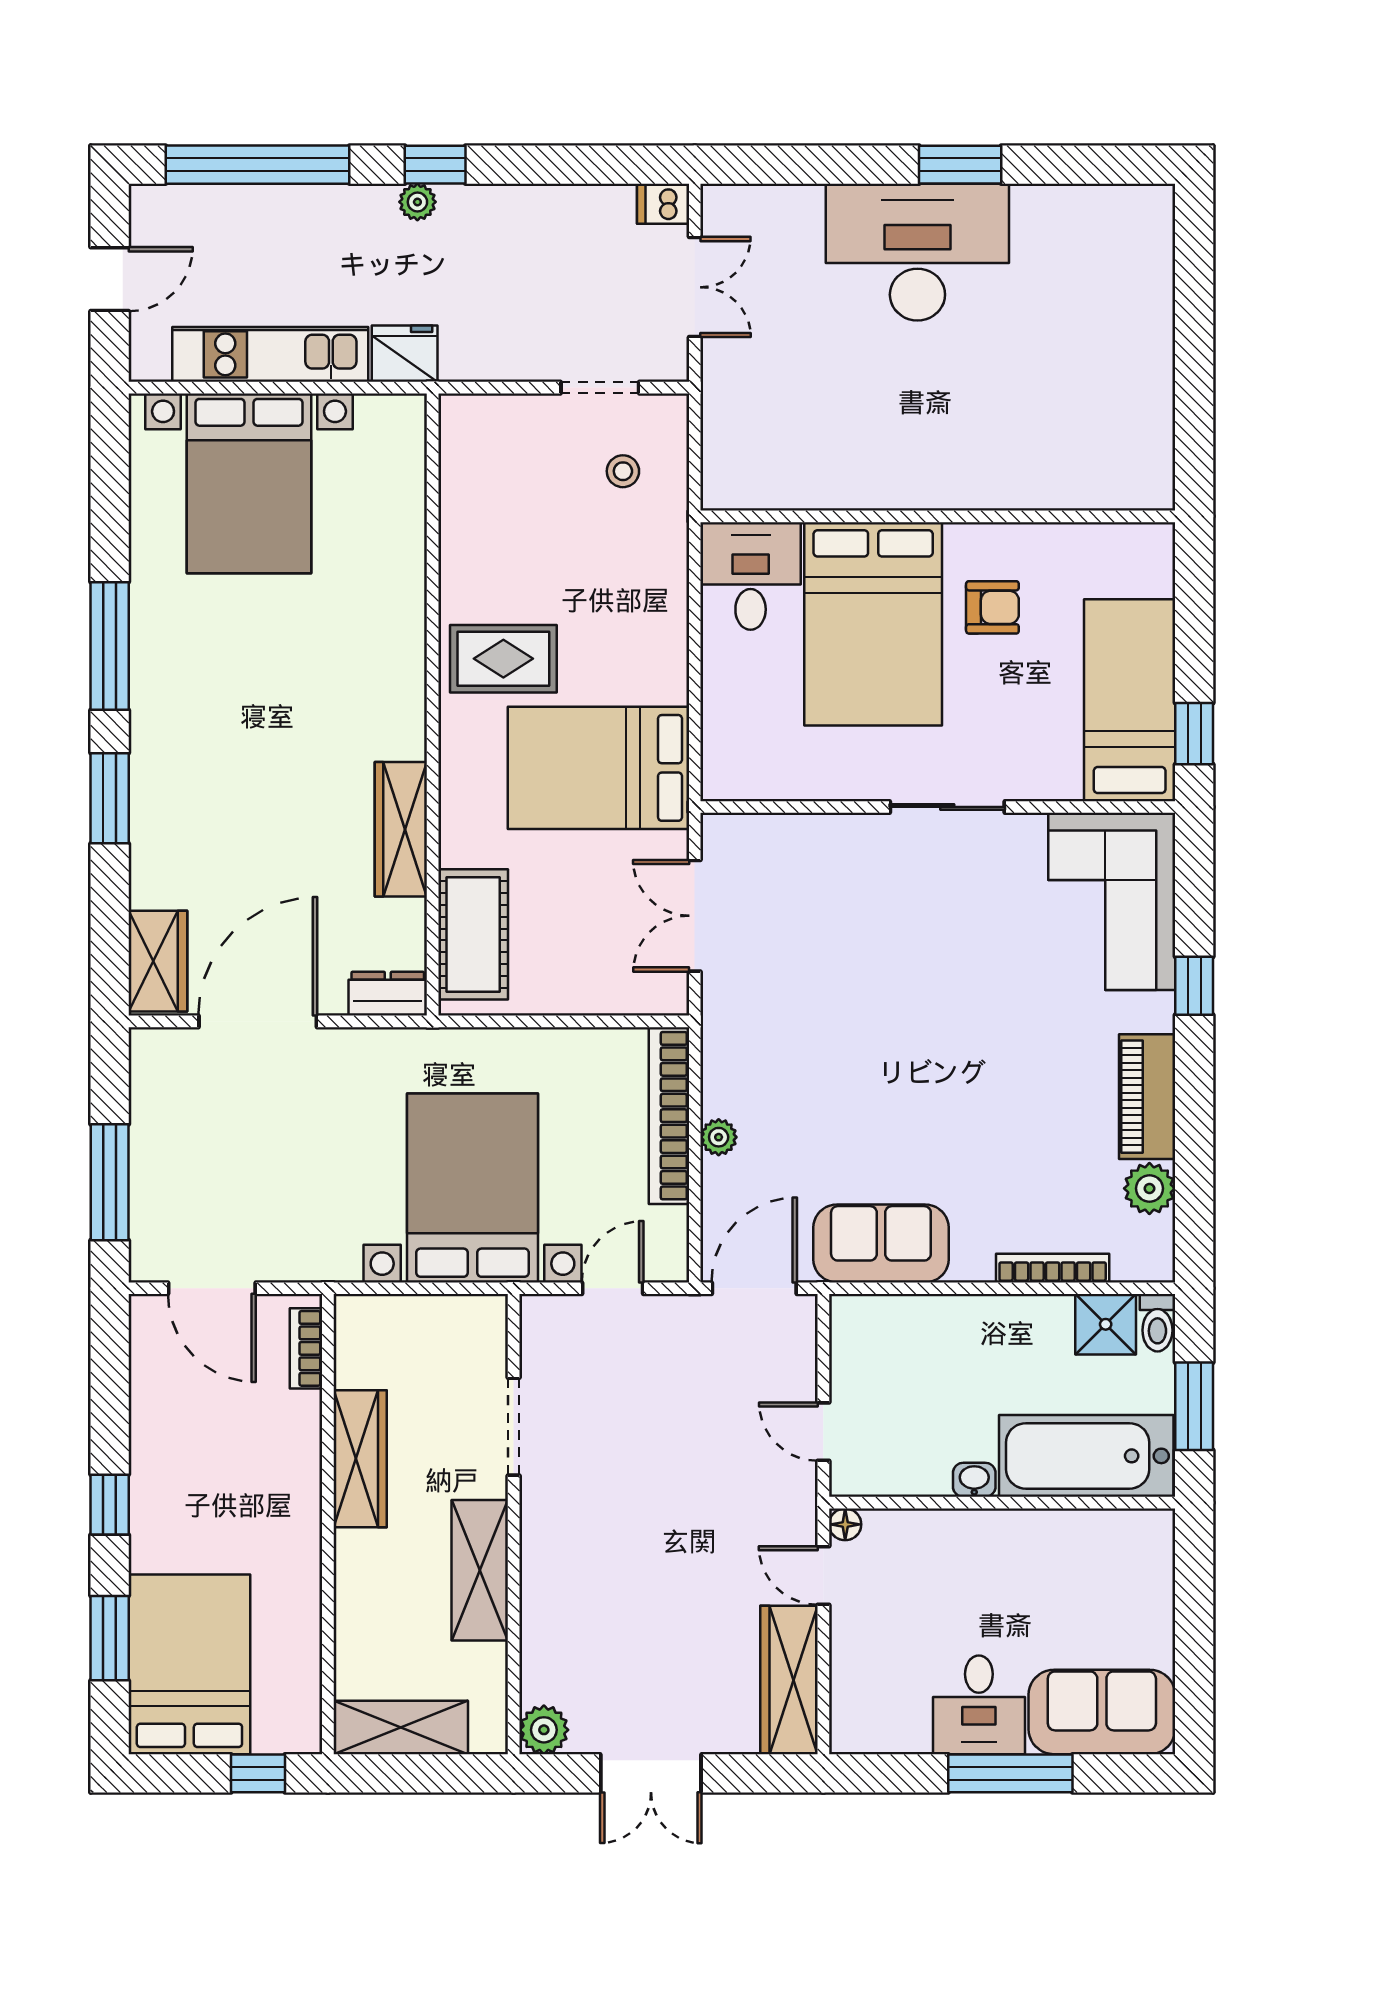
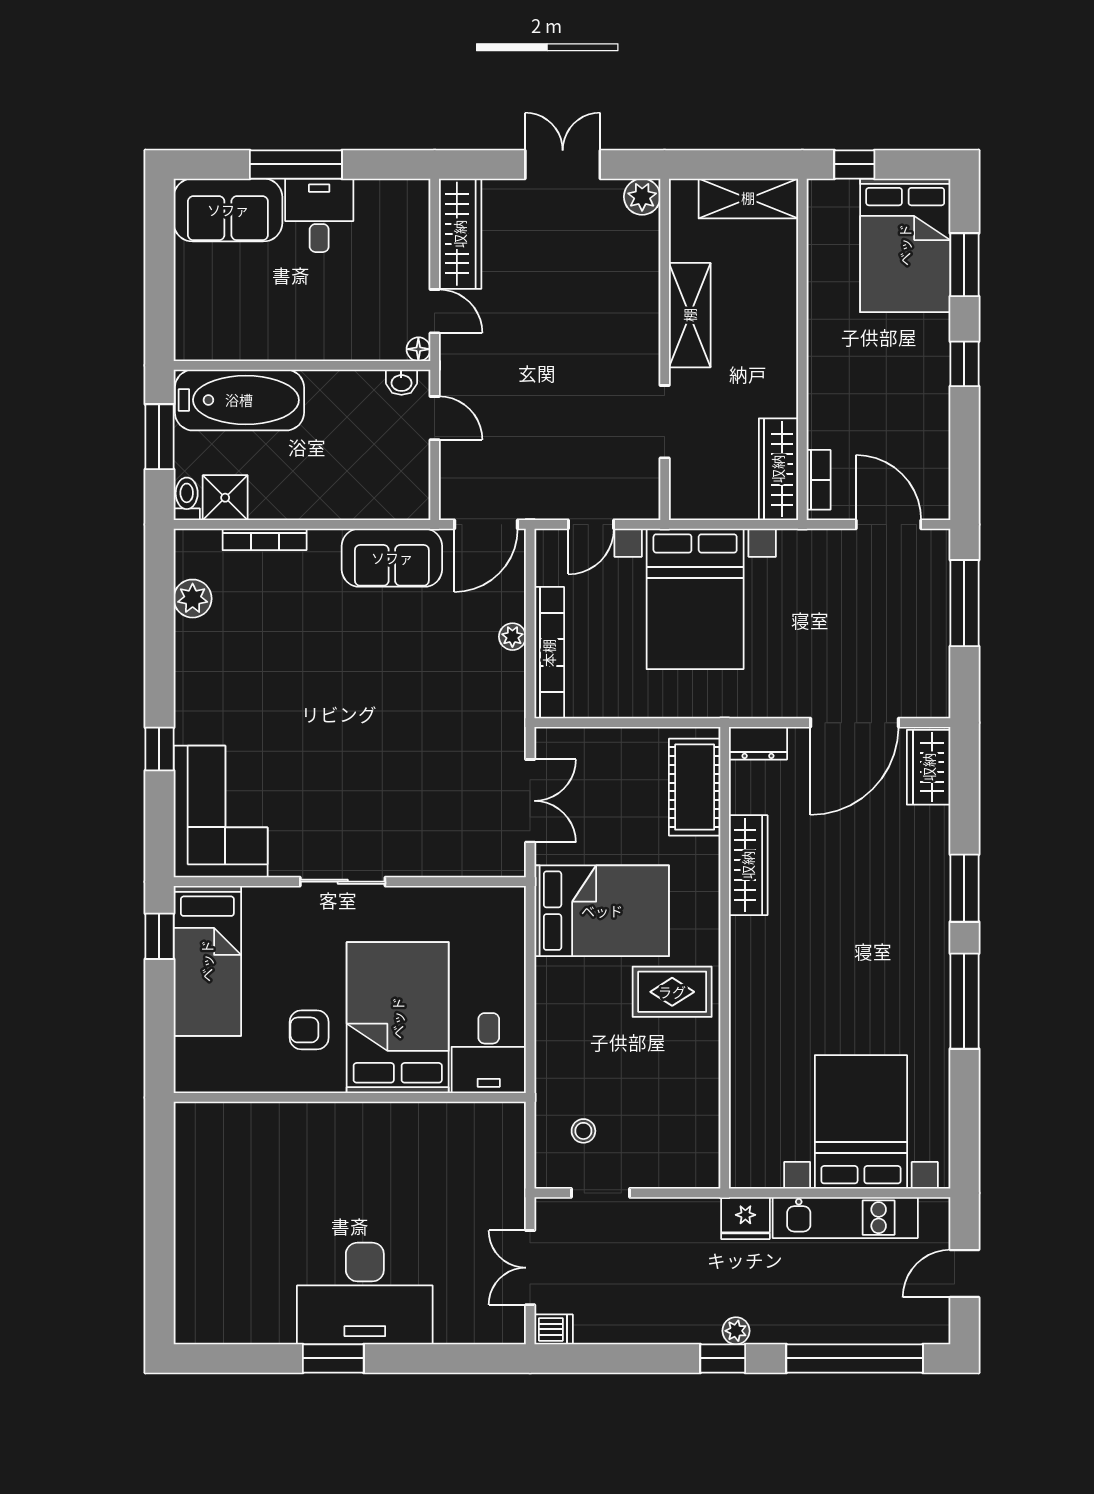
piano: (1147, 1097) -> (194, 667), removed
wardrobe: (360, 1459) -> (778, 469), moved
washbasin: (974, 1480) -> (401, 382), moved

